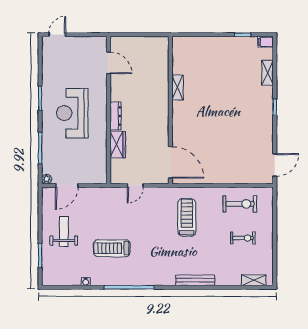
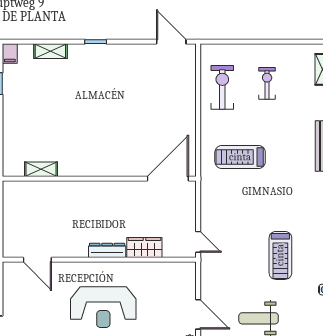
door: (108, 63) -> (37, 260), swing flipped
shelving: (178, 87) -> (41, 169), moved
door: (135, 185) -> (198, 242), moved

